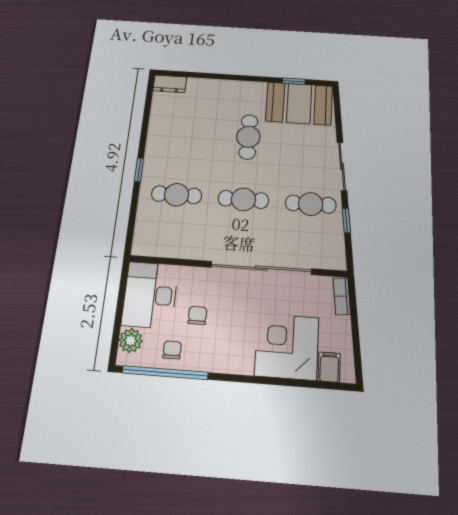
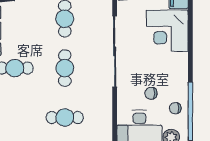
cafe table: (177, 195) -> (65, 117), turned 90

